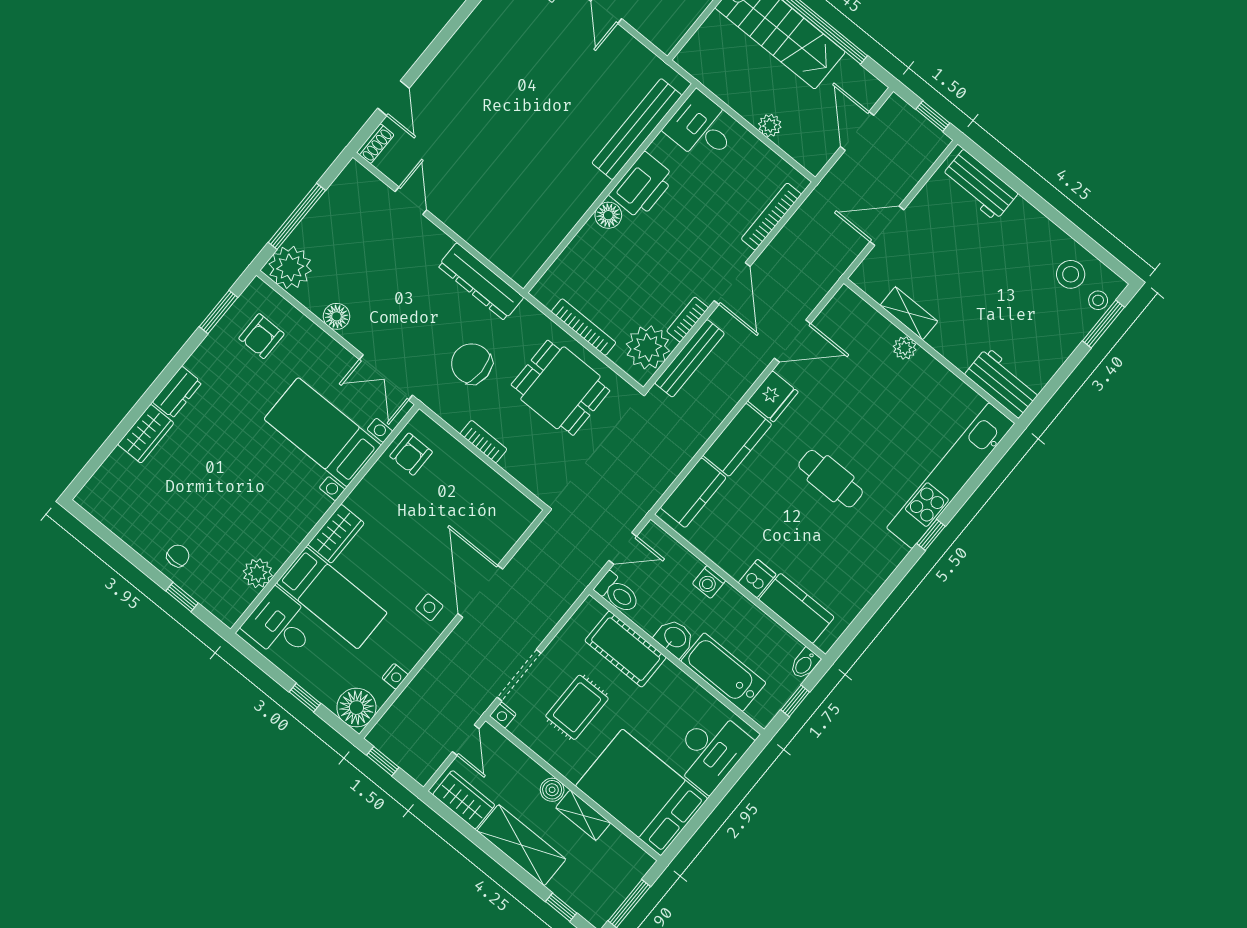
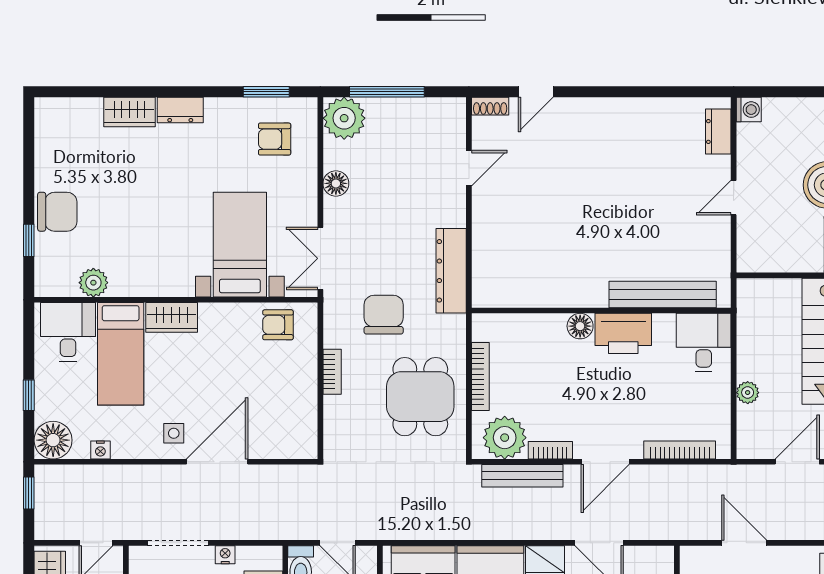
chair: (178, 556) -> (57, 212), width x1.87, depth x1.87
nightstand: (503, 715) -> (225, 555), moved, turned 90

